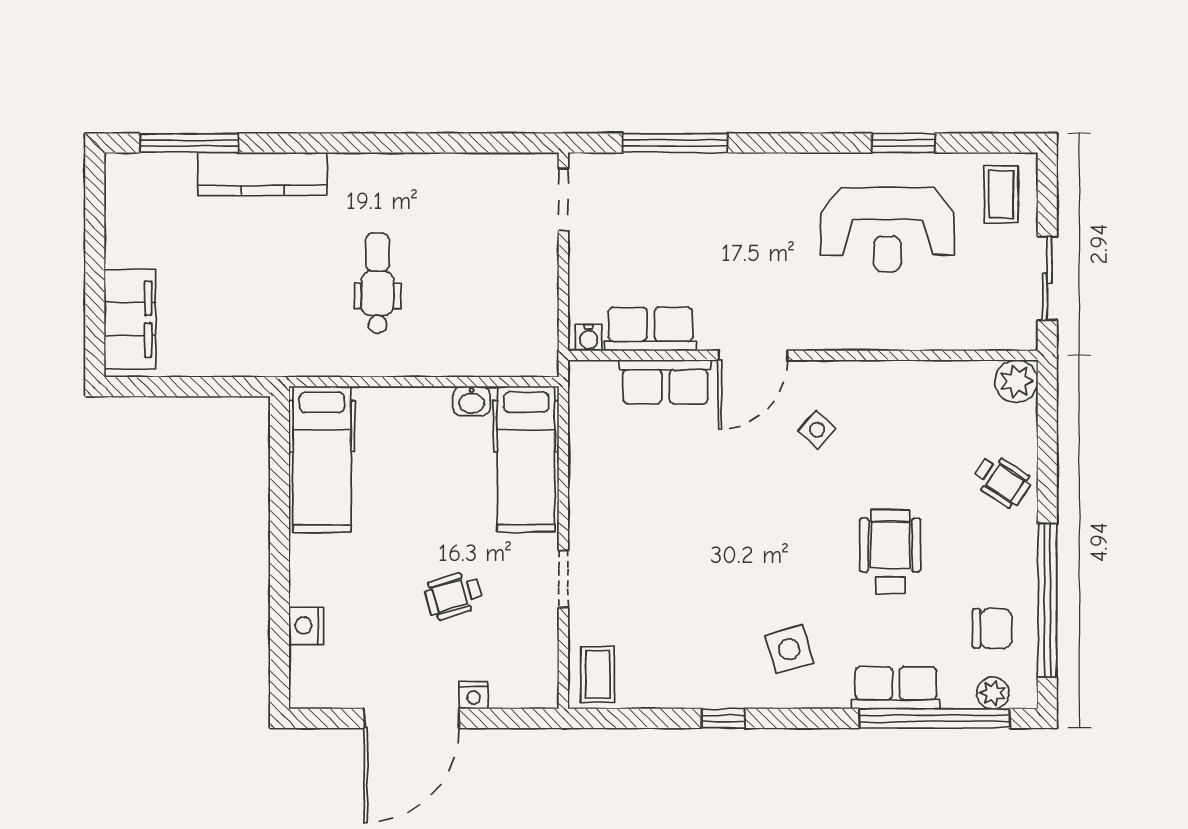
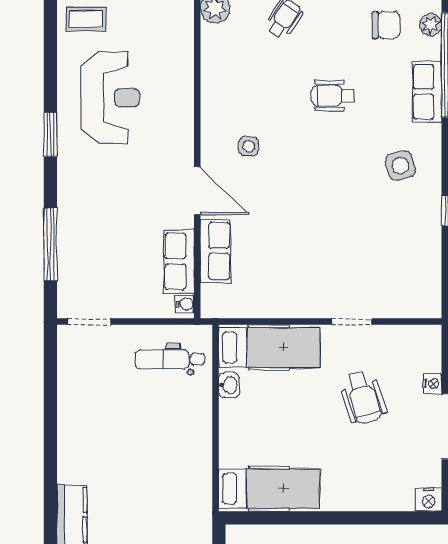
window: (903, 143) -> (50, 134), moved
dental chair: (378, 283) -> (170, 359), moved
side table: (817, 430) -> (249, 146), turned -36
wheelchair: (890, 552) -> (333, 96), width x0.73, depth x0.73
wheelchair: (454, 595) -> (363, 397), width x1.36, depth x1.37
nightstand: (306, 626) -> (429, 499), moved
chair: (992, 629) -> (386, 25), turned 90
coffee table: (598, 674) -> (418, 298), removed

